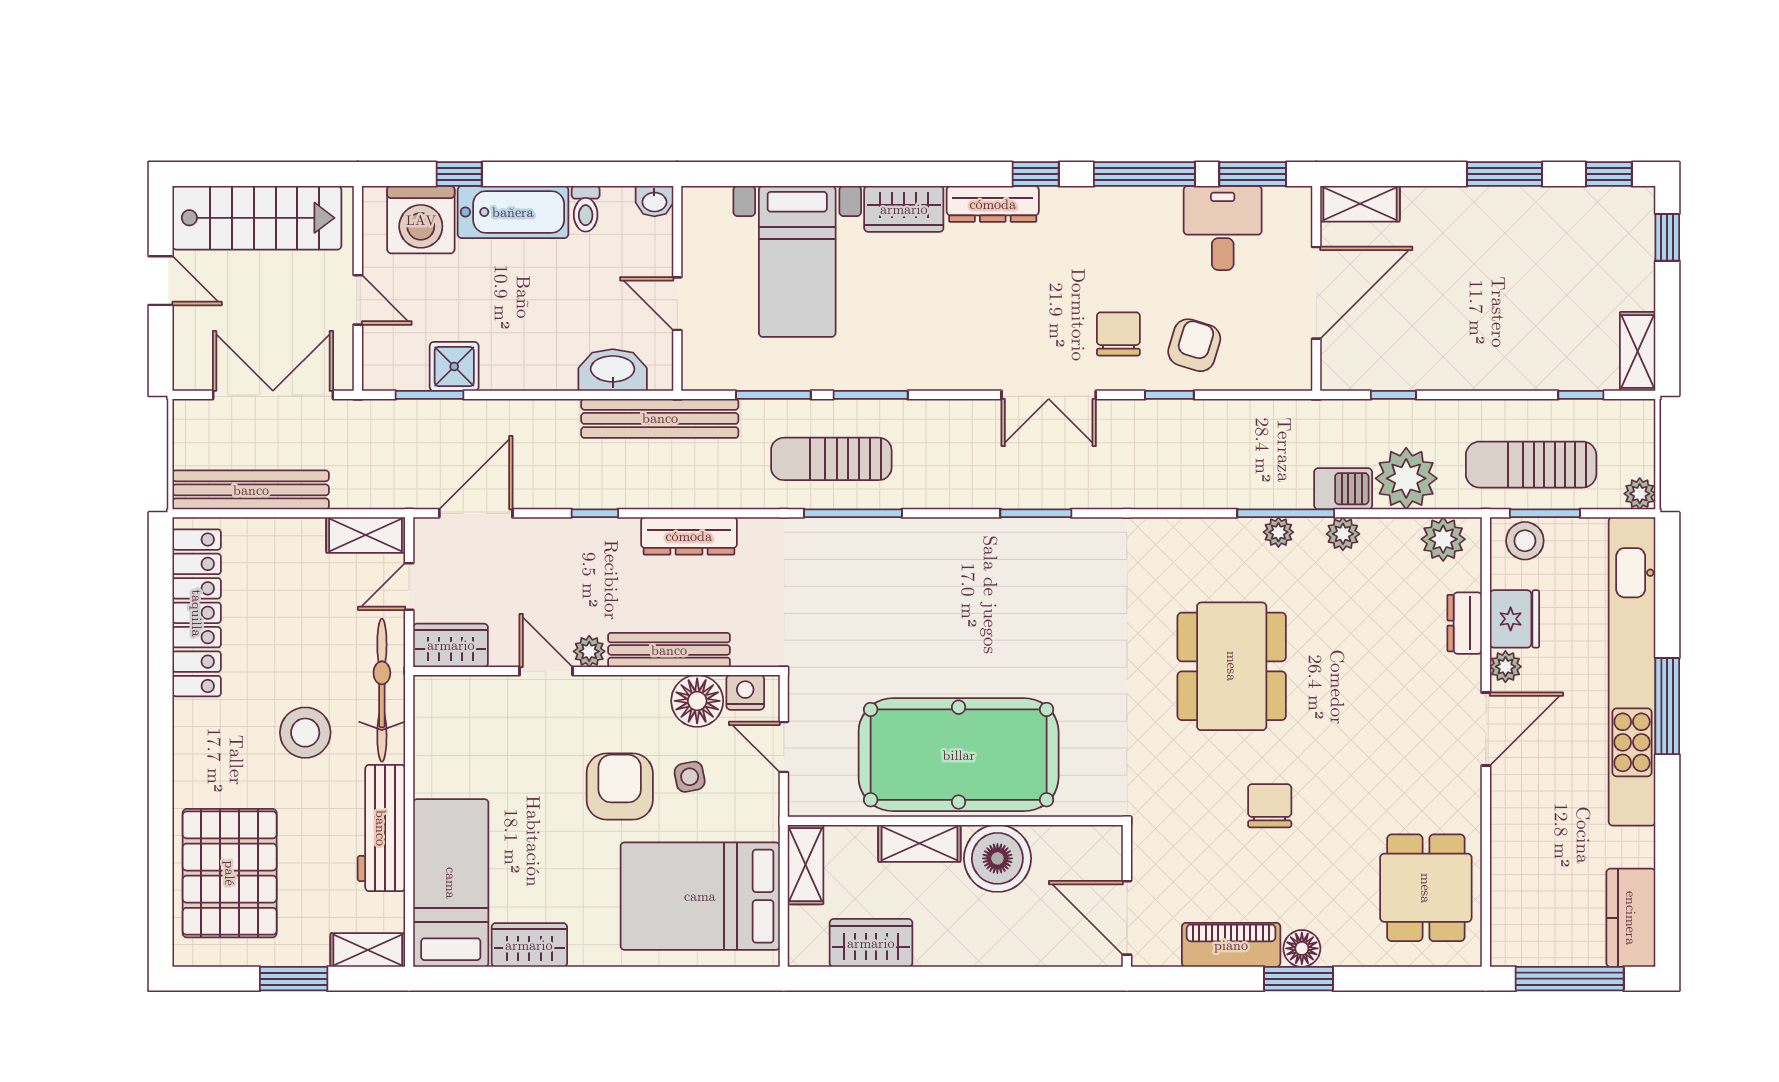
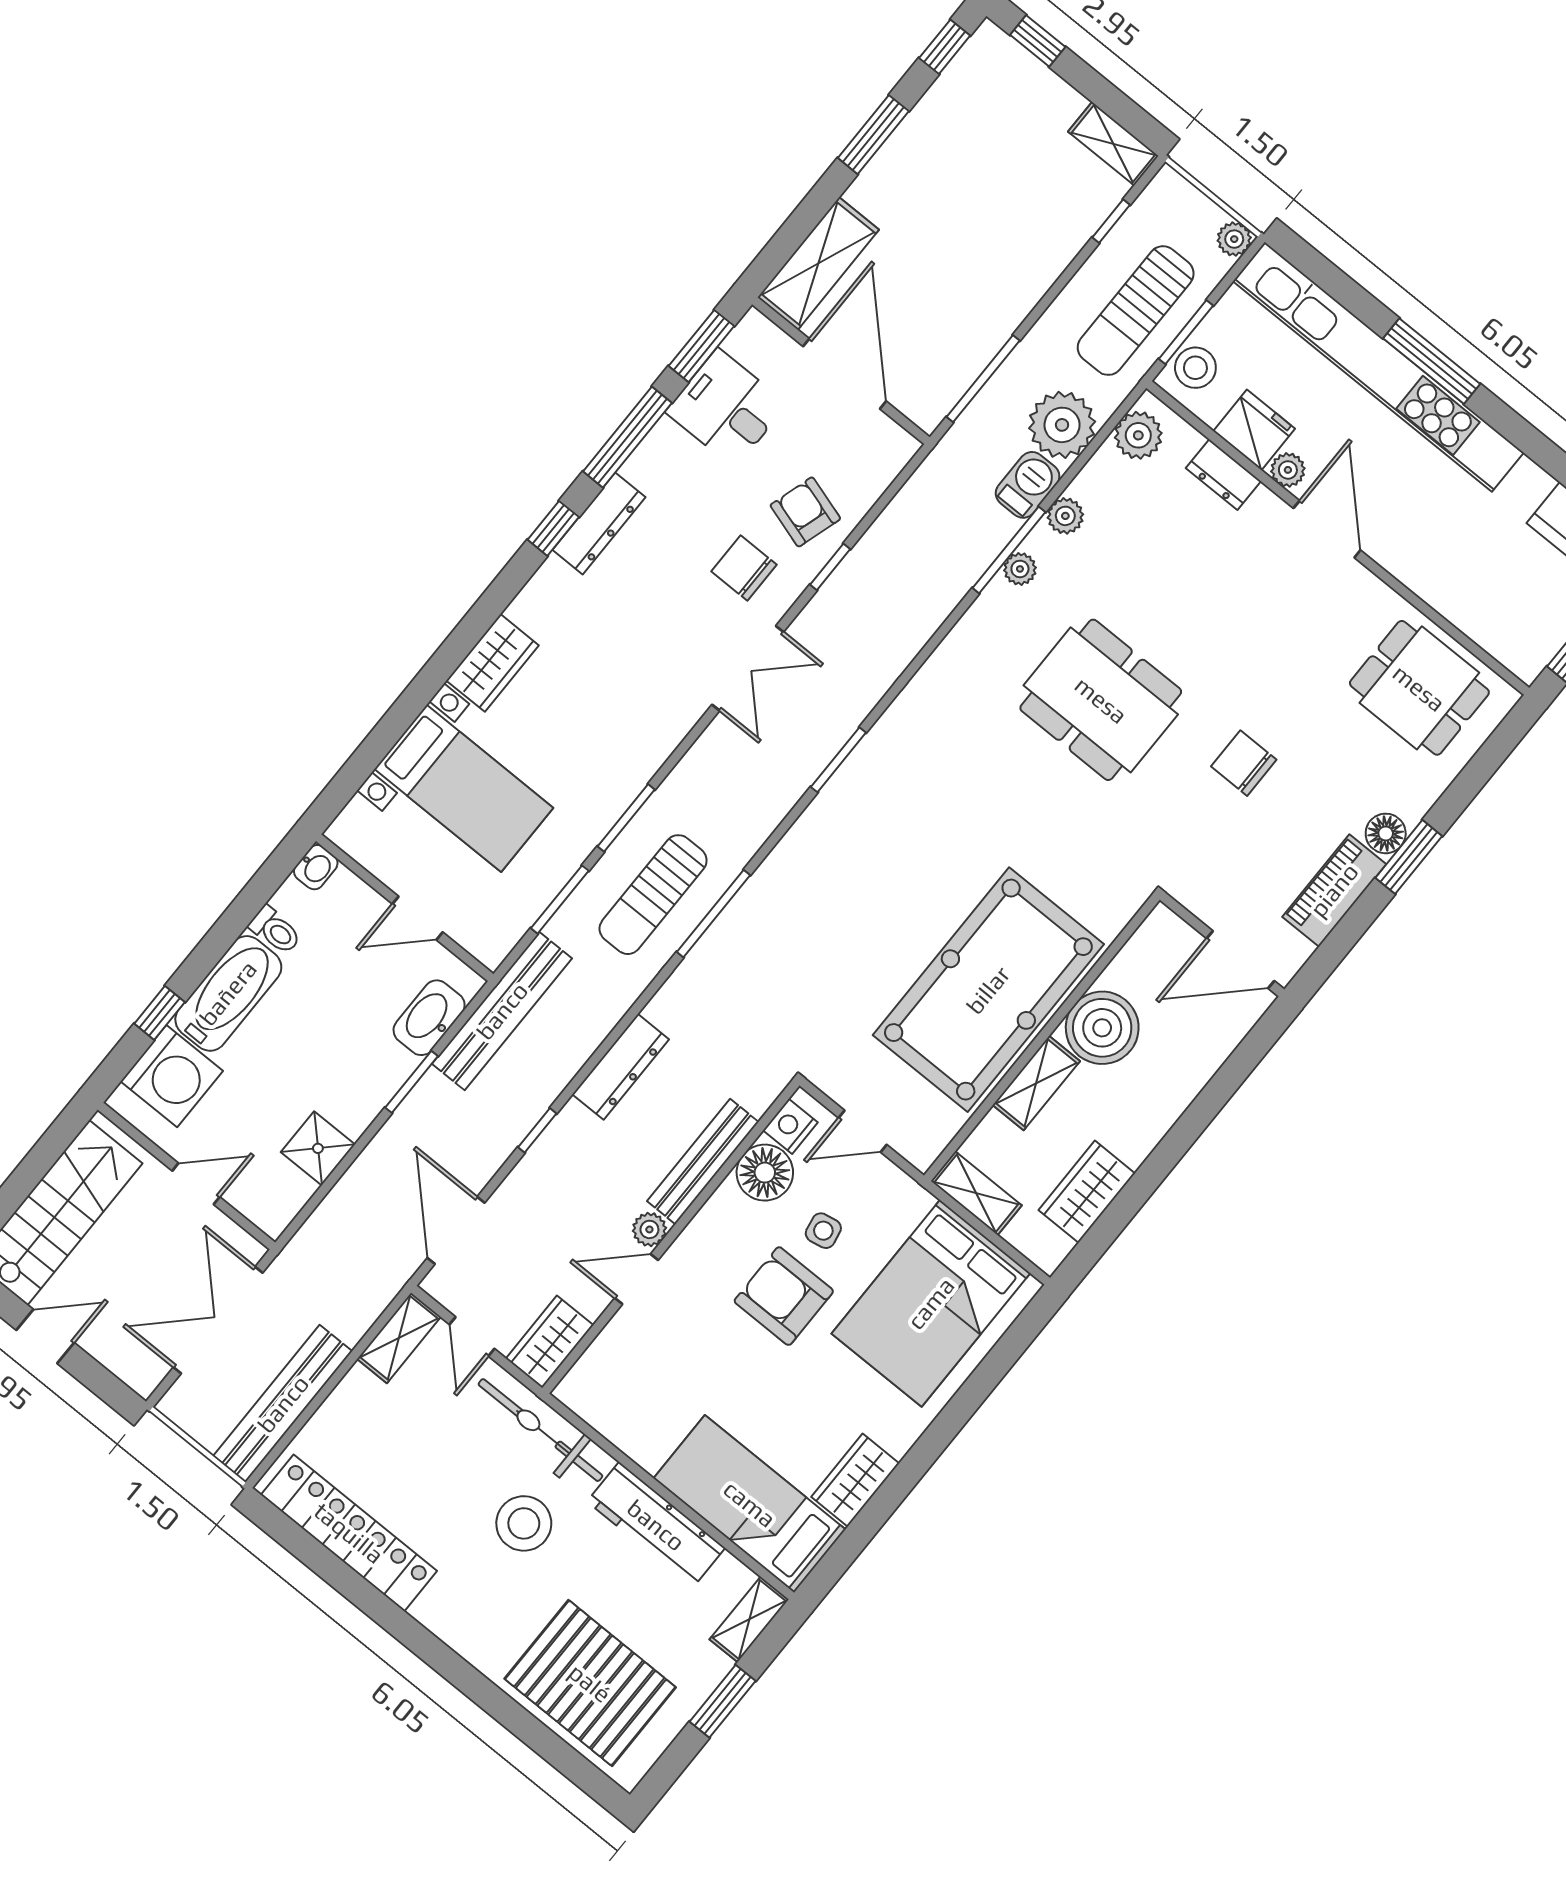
dresser: (993, 204) -> (599, 523), moved
shelving: (1360, 204) -> (818, 264), width x1.50, depth x1.33
window: (430, 395) -> (412, 1082), moved
window: (1393, 395) -> (983, 379), width x2.17

